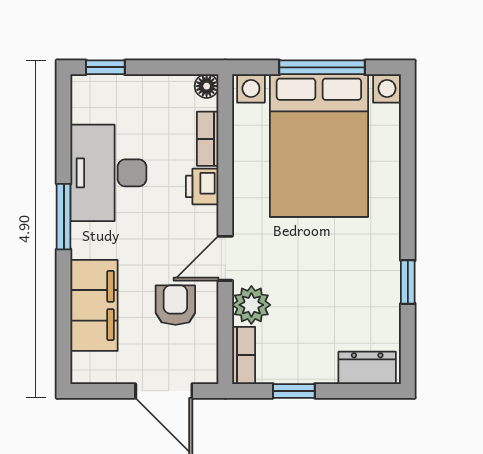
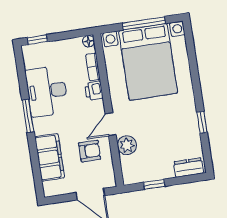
armchair: (175, 305) -> (90, 151), turned 90
bookcase: (244, 355) -> (127, 171), removed

